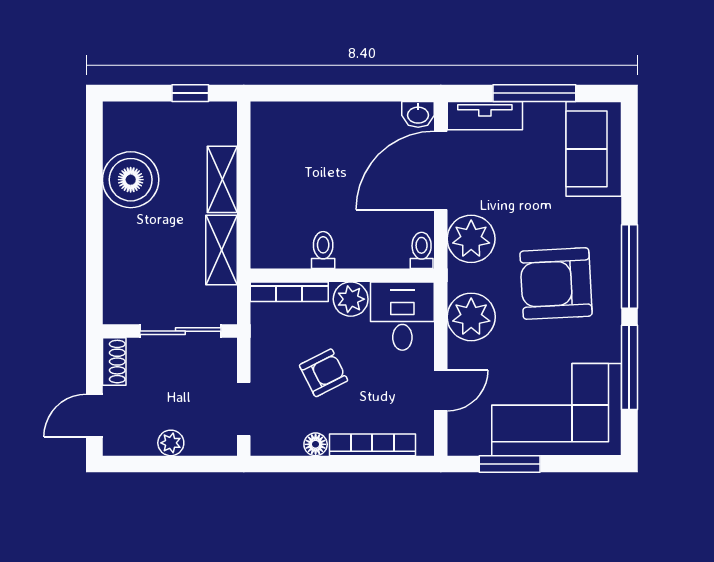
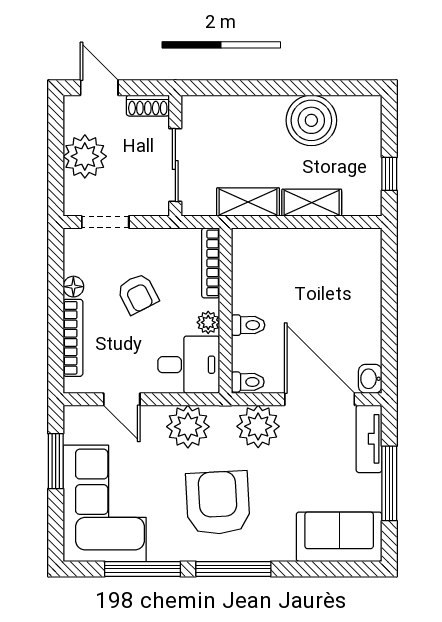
toilet: (323, 250) -> (248, 325), moved
plant: (351, 299) -> (208, 322), width x0.73, depth x0.73
plant: (171, 443) -> (85, 156), width x1.88, depth x1.88

